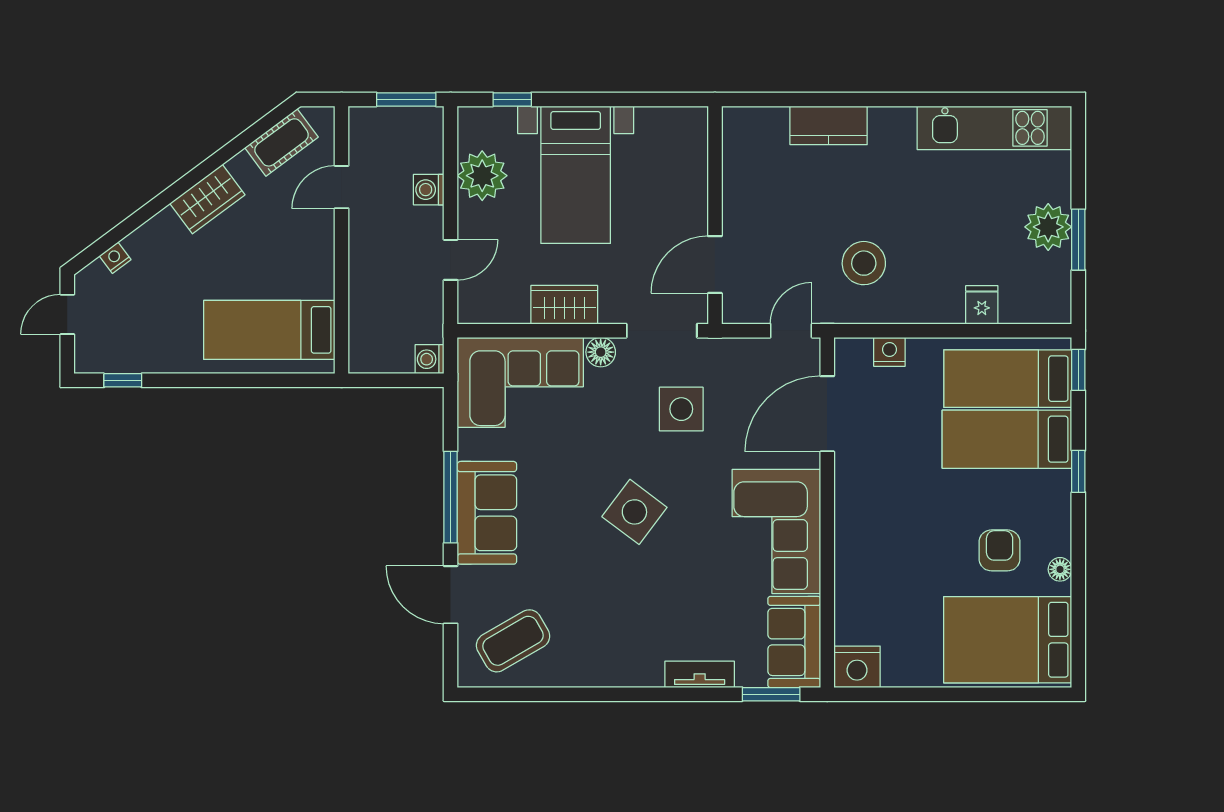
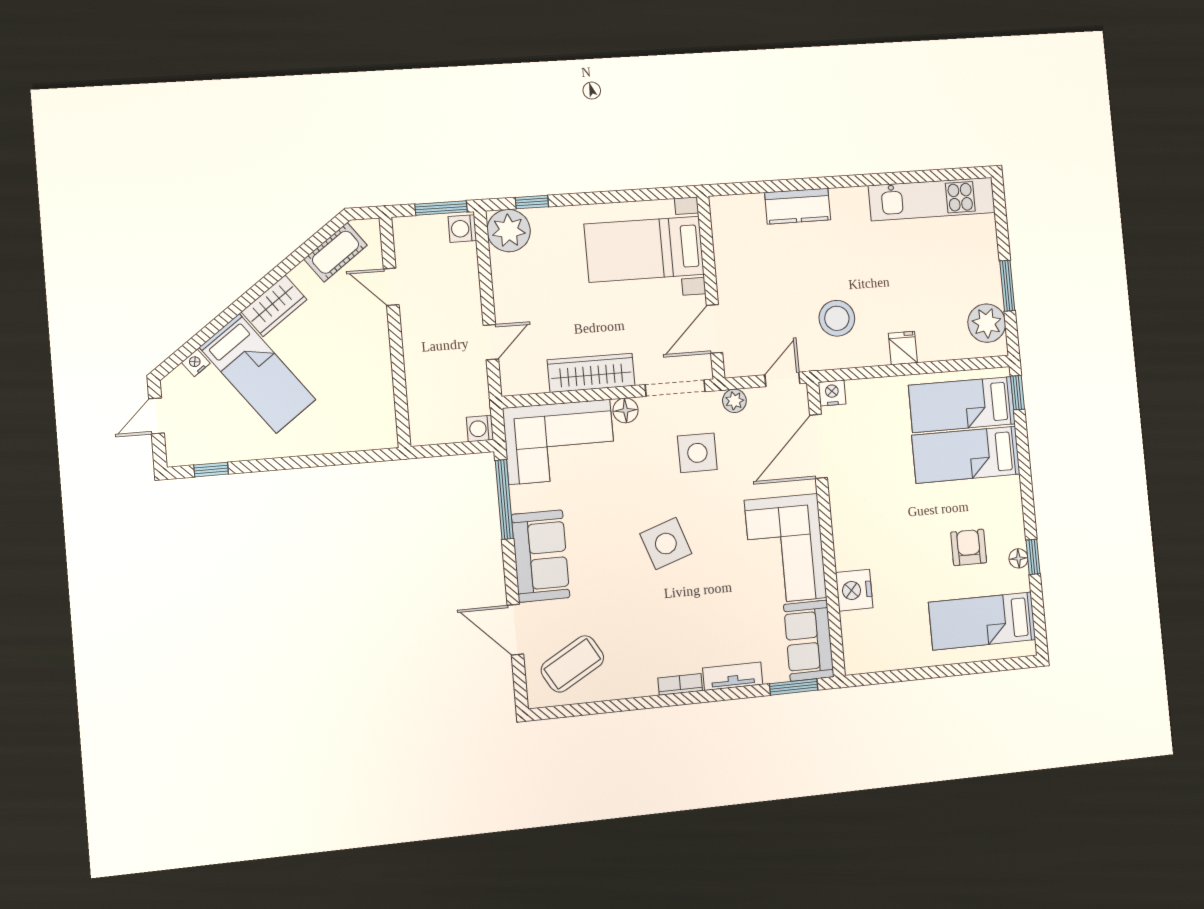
bed with nightstands: (576, 175) -> (644, 249), moved, turned 90
plant: (482, 176) -> (509, 231), moved
door: (342, 187) -> (391, 287), hinge flipped
washing machine: (429, 190) -> (462, 229), moved
plant: (1048, 227) -> (987, 323), moved
wardrobe: (564, 305) -> (591, 373), width x1.50
fridge: (982, 305) -> (903, 348), moved
bed: (269, 330) -> (258, 374), moved, turned -127
plant: (731, 351) -> (734, 401), added
nightstand: (889, 352) -> (832, 393), moved
window: (1078, 471) -> (1033, 557), moved
window: (451, 497) -> (504, 499), moved
side table: (634, 512) -> (666, 544), turned 34
bed: (1008, 640) -> (982, 621), width x0.67
nightstand: (857, 667) -> (854, 590), moved, turned 90
bookcase: (637, 677) -> (680, 684), added

